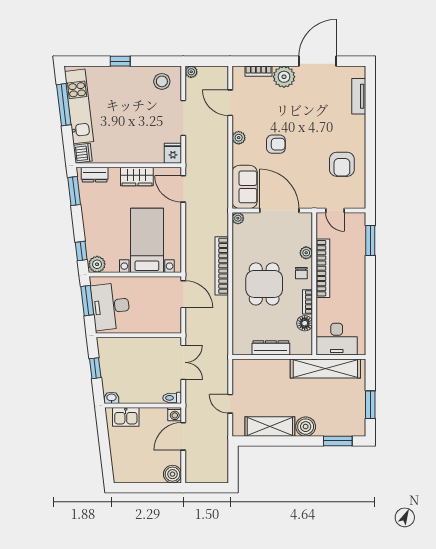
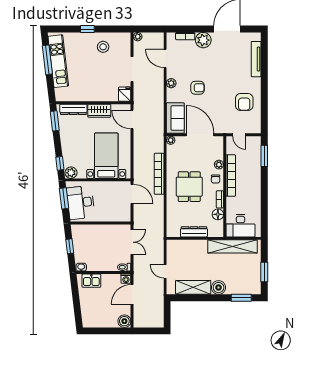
stool: (162, 81) -> (103, 47), moved
tv unit: (359, 96) -> (256, 59), width x1.41
dishwasher: (83, 153) -> (61, 94), removed
dresser: (95, 175) -> (73, 109), width x1.44

